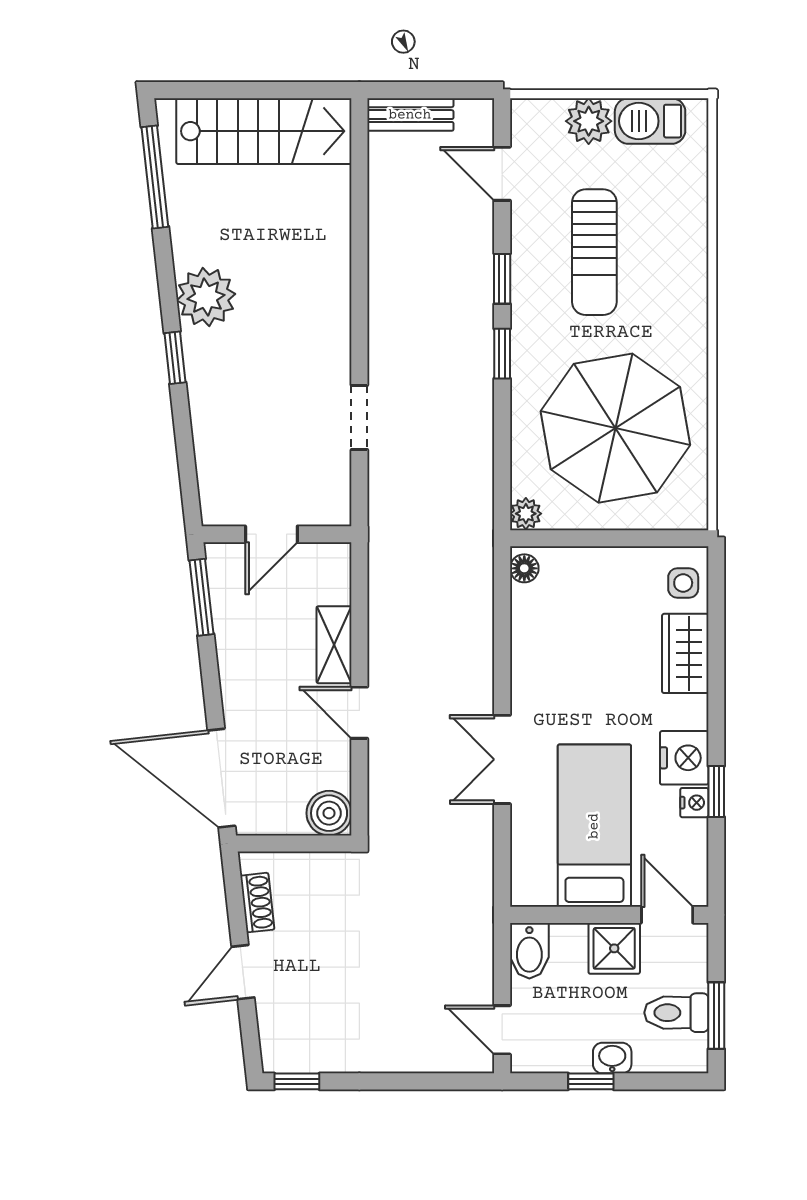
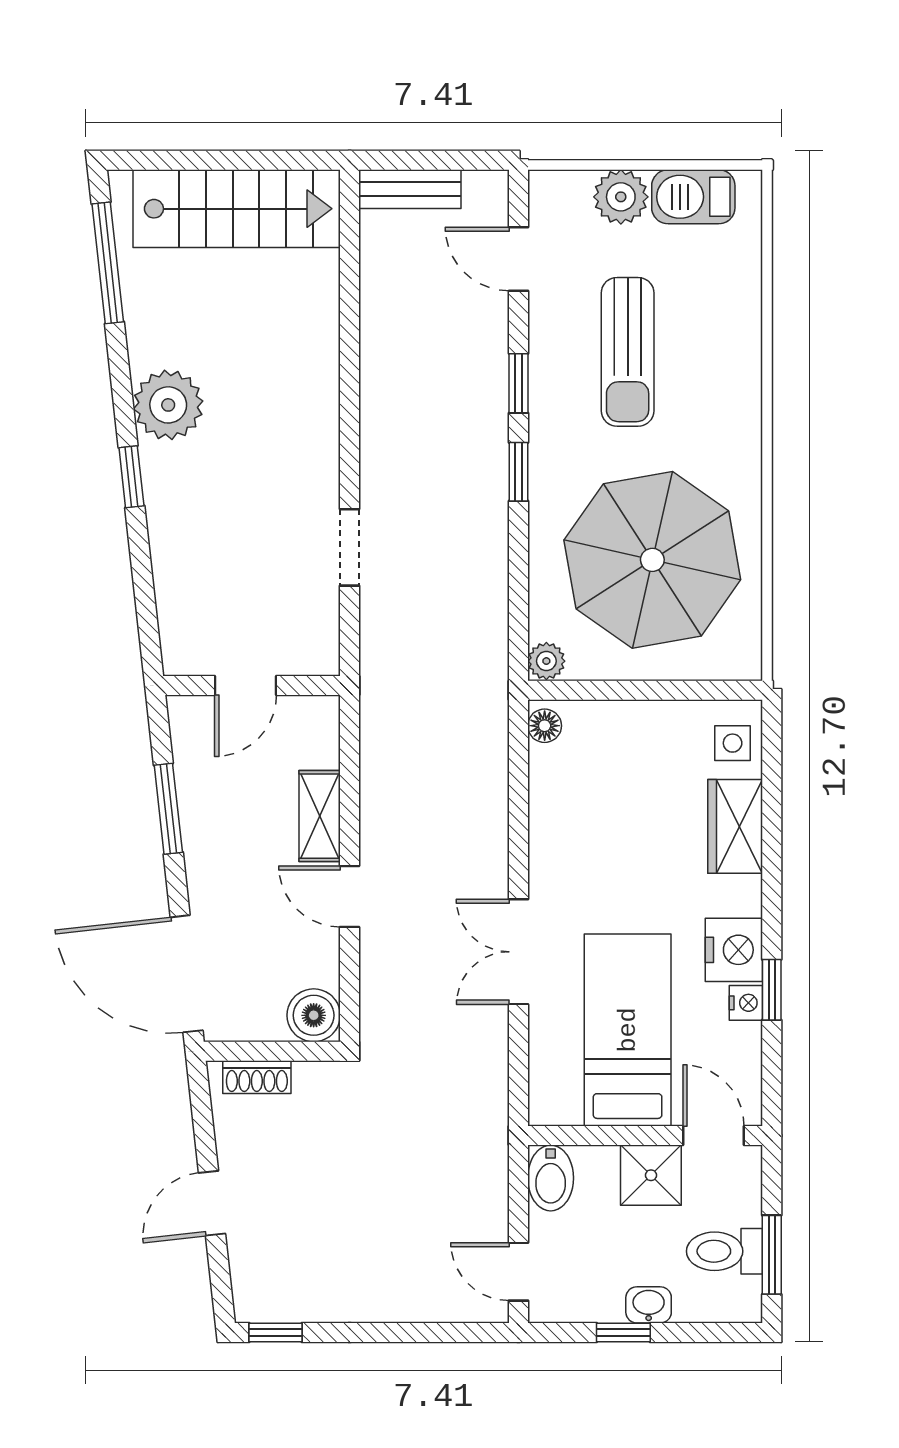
window: (201, 597) -> (168, 809), moved
shoe rack: (257, 903) -> (257, 1077), moved, turned 96

